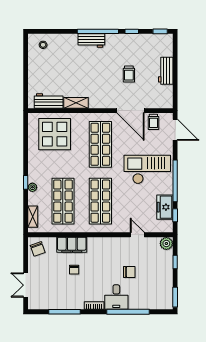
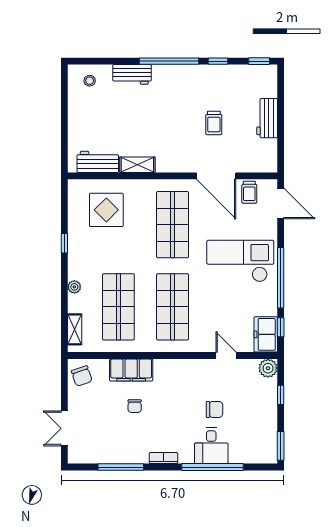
workbench: (91, 40) -> (132, 74), moved
display table: (55, 134) -> (106, 210), width x0.73, depth x0.73
window: (26, 182) -> (64, 243), moved
freezer: (165, 207) -> (266, 334), moved
desk: (116, 297) -> (211, 446), moved

